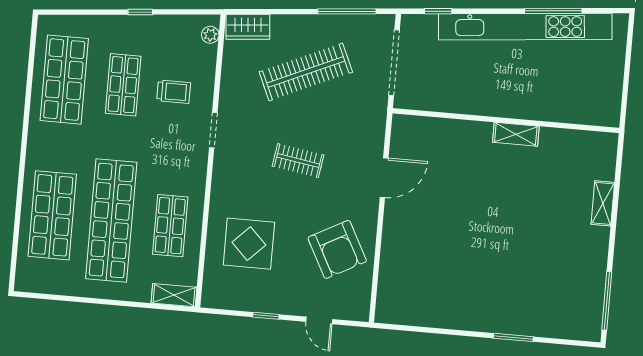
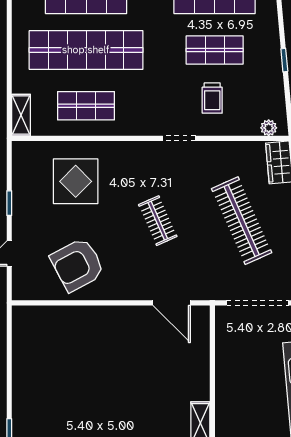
clothes rail: (298, 161) -> (158, 221), turned -33
door: (384, 178) -> (172, 303), moved

